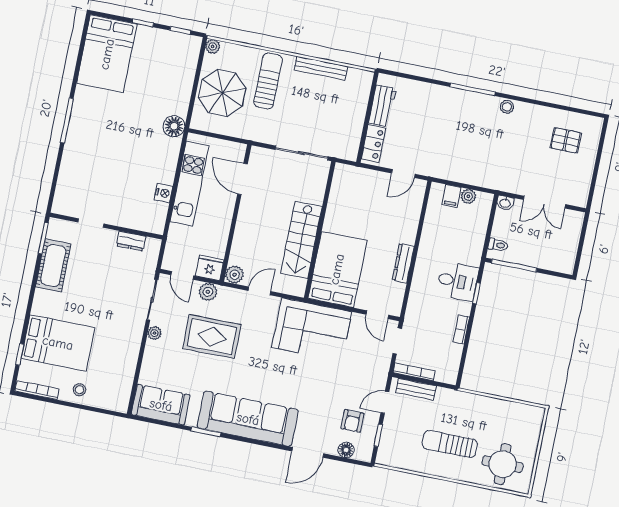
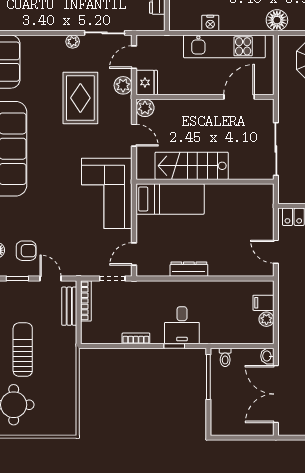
double door: (544, 202) -> (276, 394), width x1.37
bed: (337, 269) -> (170, 199), width x0.67
armchair: (352, 421) -> (26, 251), turned 180

